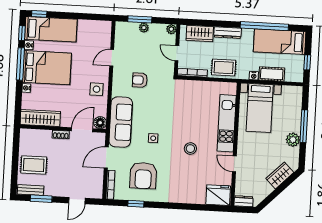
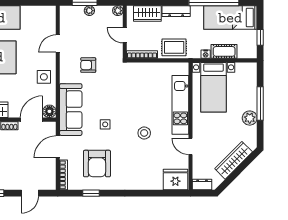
wardrobe: (280, 175) -> (234, 160), width x1.50

